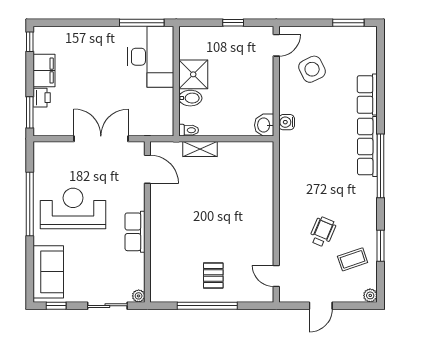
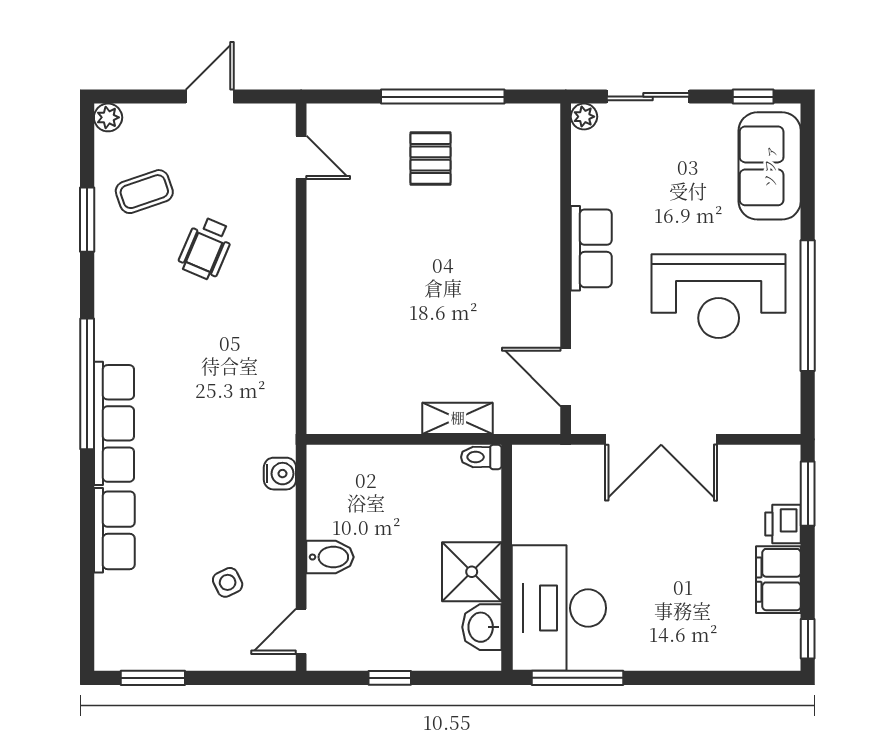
side table: (312, 69) -> (228, 582), width x0.54, depth x0.54
bidet: (190, 98) -> (330, 557), moved, turned 180
washbasin: (264, 125) -> (482, 627), moved, turned 180

